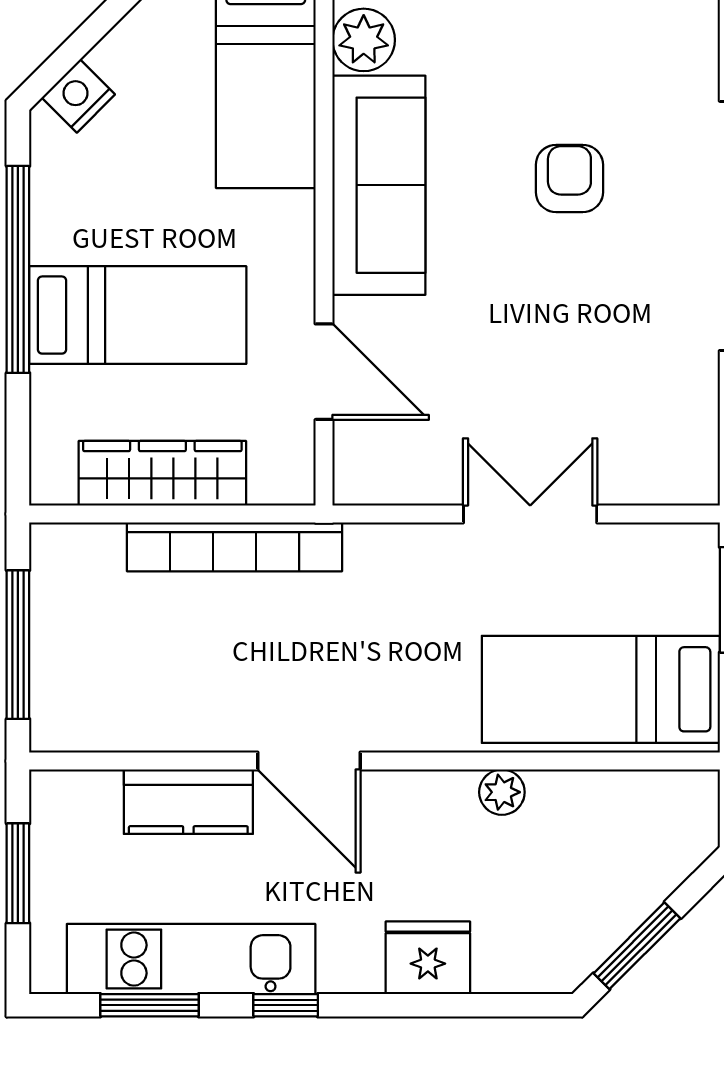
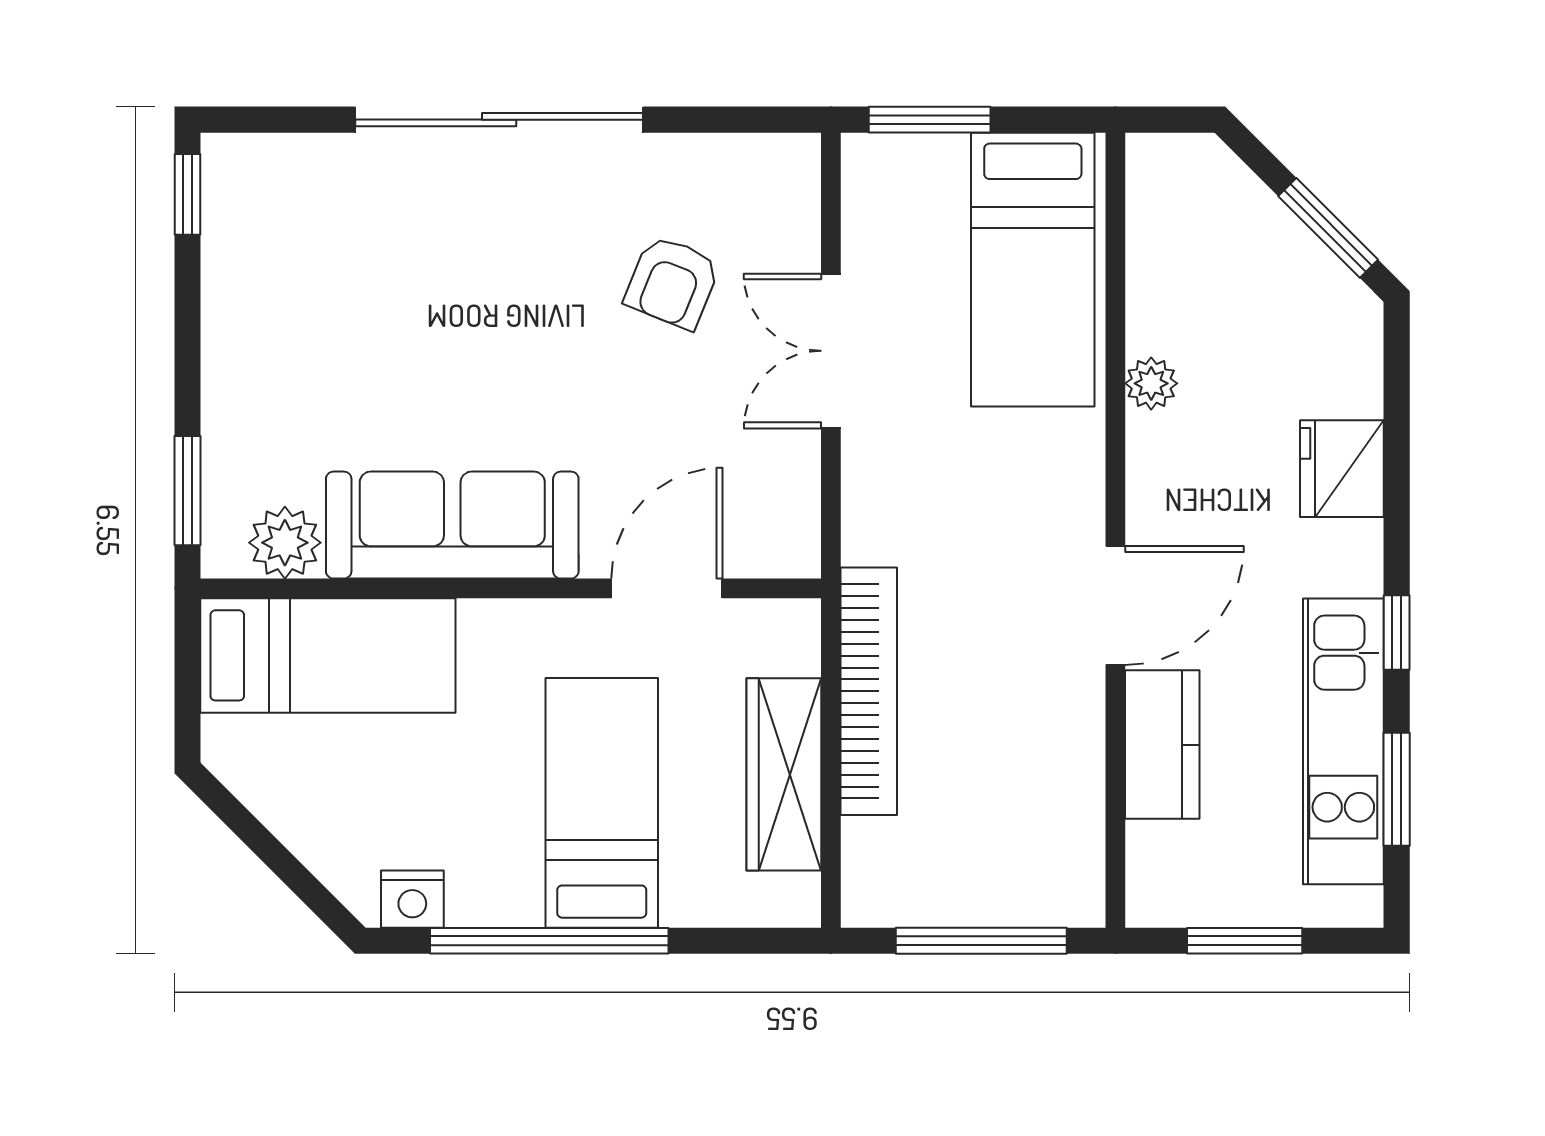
nightstand: (78, 96) -> (412, 899), moved, turned -45
armchair: (569, 178) -> (672, 282), moved, turned -68

